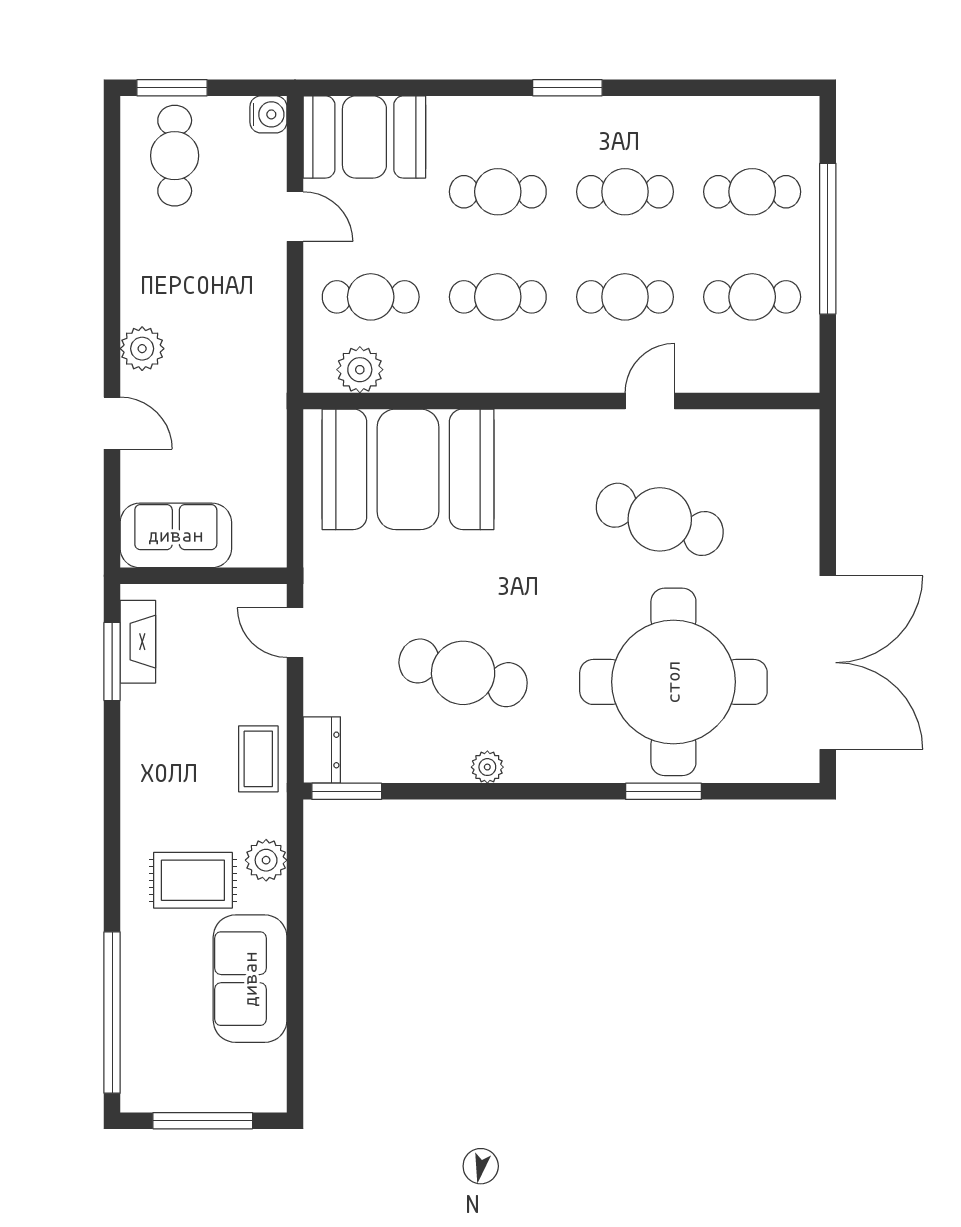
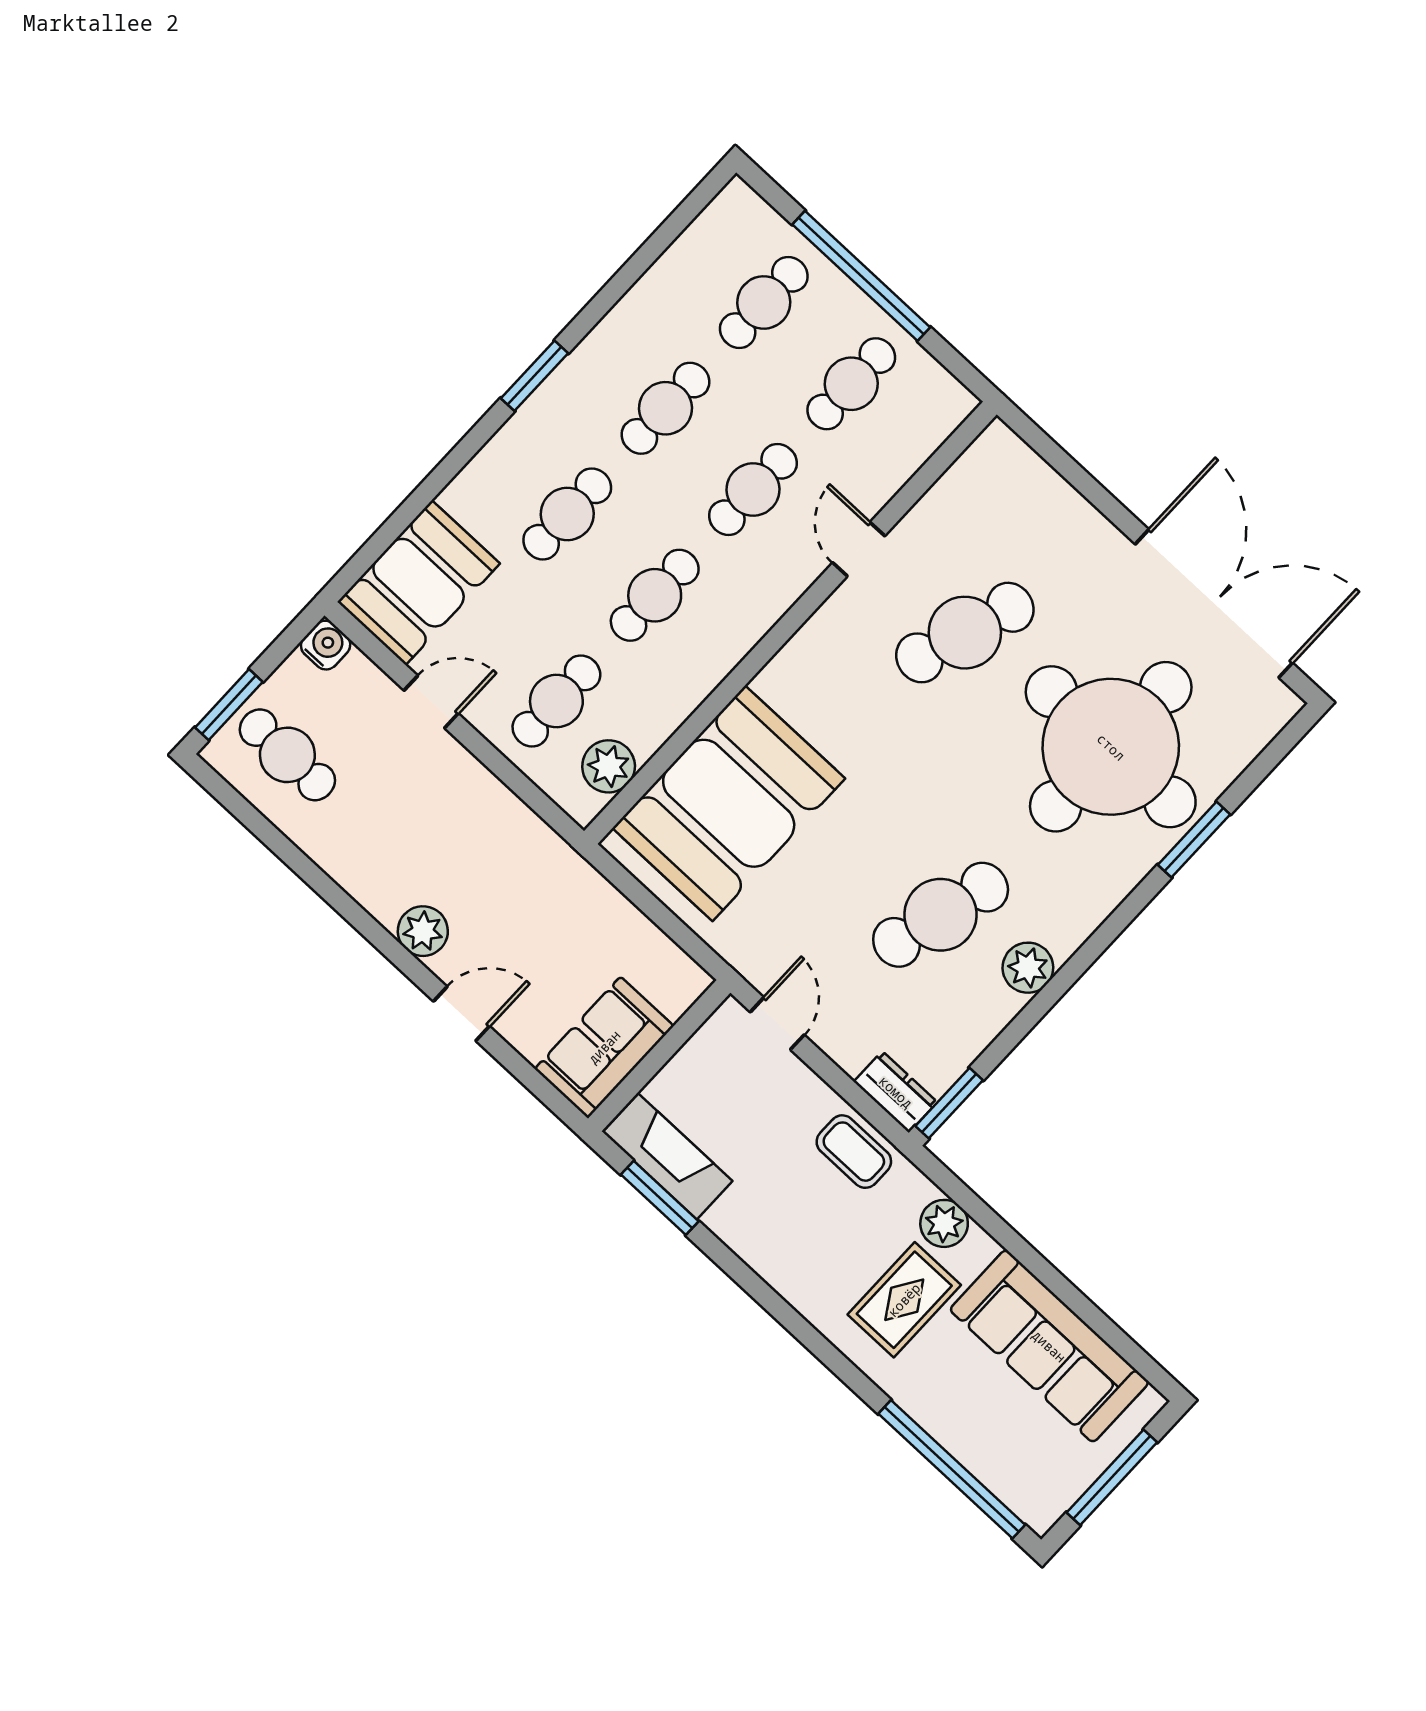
door: (295, 633) -> (777, 1023), swing flipped
fireplace: (138, 642) -> (668, 1156), width x1.37, depth x1.32
plant: (487, 767) -> (1028, 968), width x1.38, depth x1.38
sofa: (250, 979) -> (1049, 1346), width x1.36

